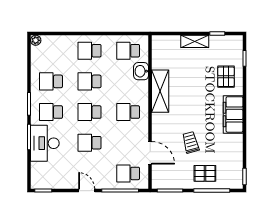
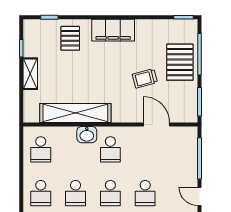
washbasin: (141, 71) -> (87, 135), moved
pallet: (226, 77) -> (70, 38), turned 90
shelving: (160, 91) -> (75, 113), width x1.47
door: (150, 153) -> (157, 124), hinge flipped
school desk: (128, 173) -> (180, 149), removed
pallet: (205, 173) -> (180, 62), width x1.50, depth x1.42
door: (87, 191) -> (199, 196), hinge flipped

